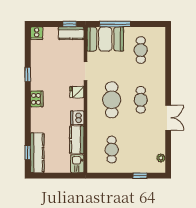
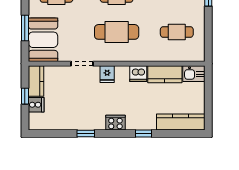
window: (70, 24) -> (25, 96), moved
window: (115, 24) -> (25, 28), width x0.69
cooker: (37, 33) -> (36, 105), moved
window: (28, 153) -> (144, 133), moved

